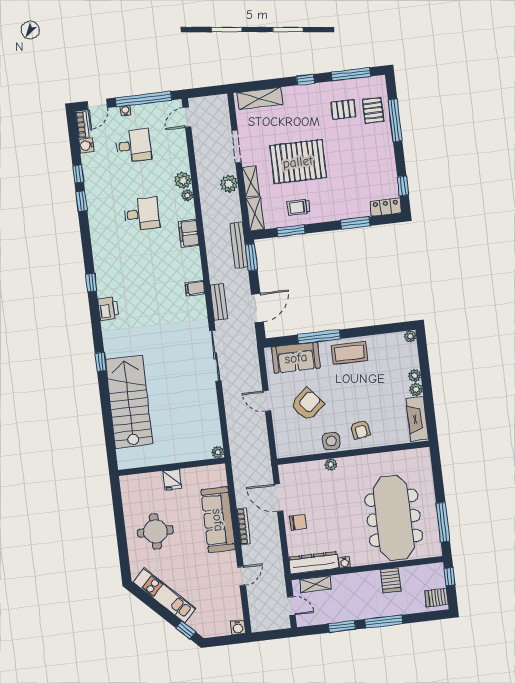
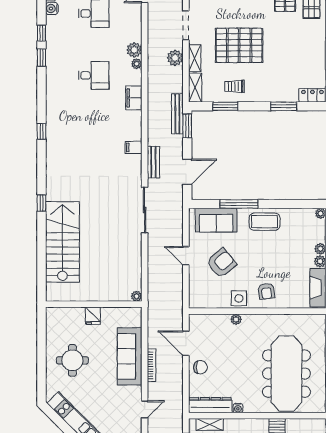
printer: (108, 309) -> (54, 157), removed

